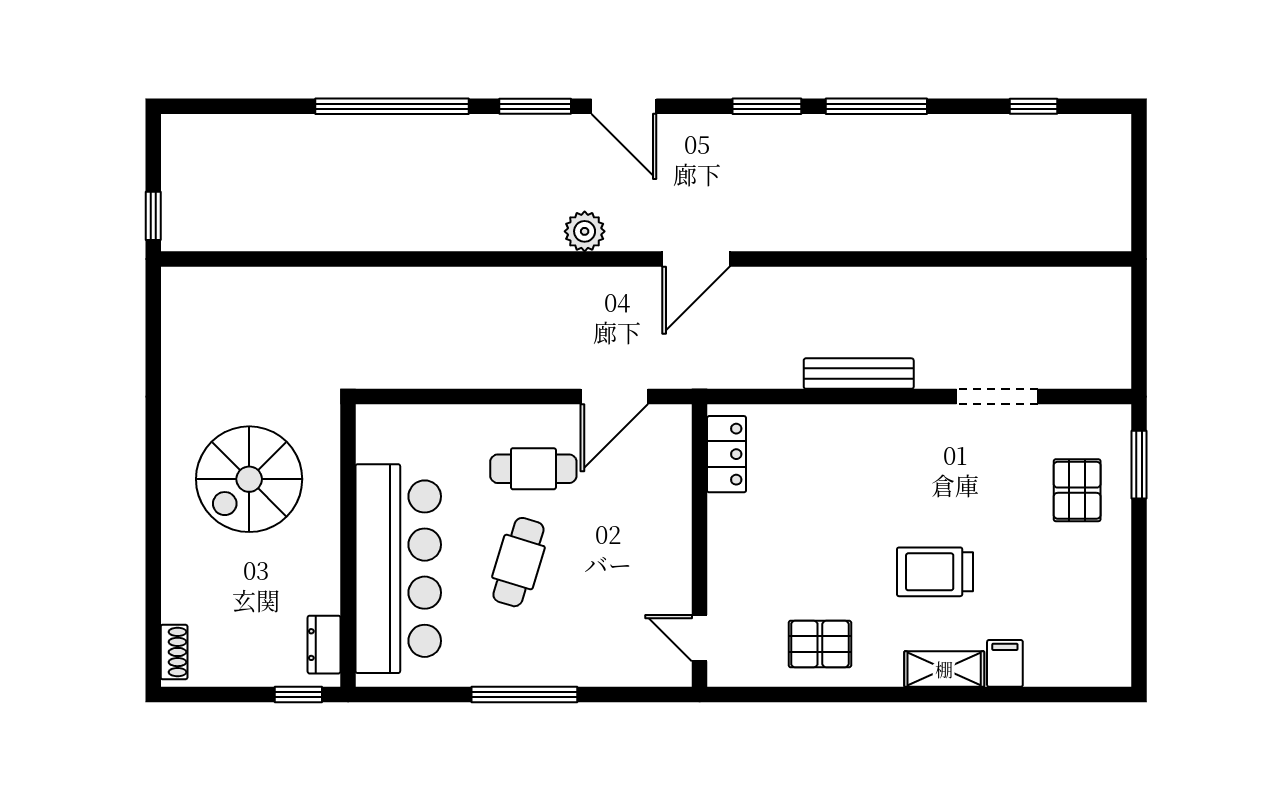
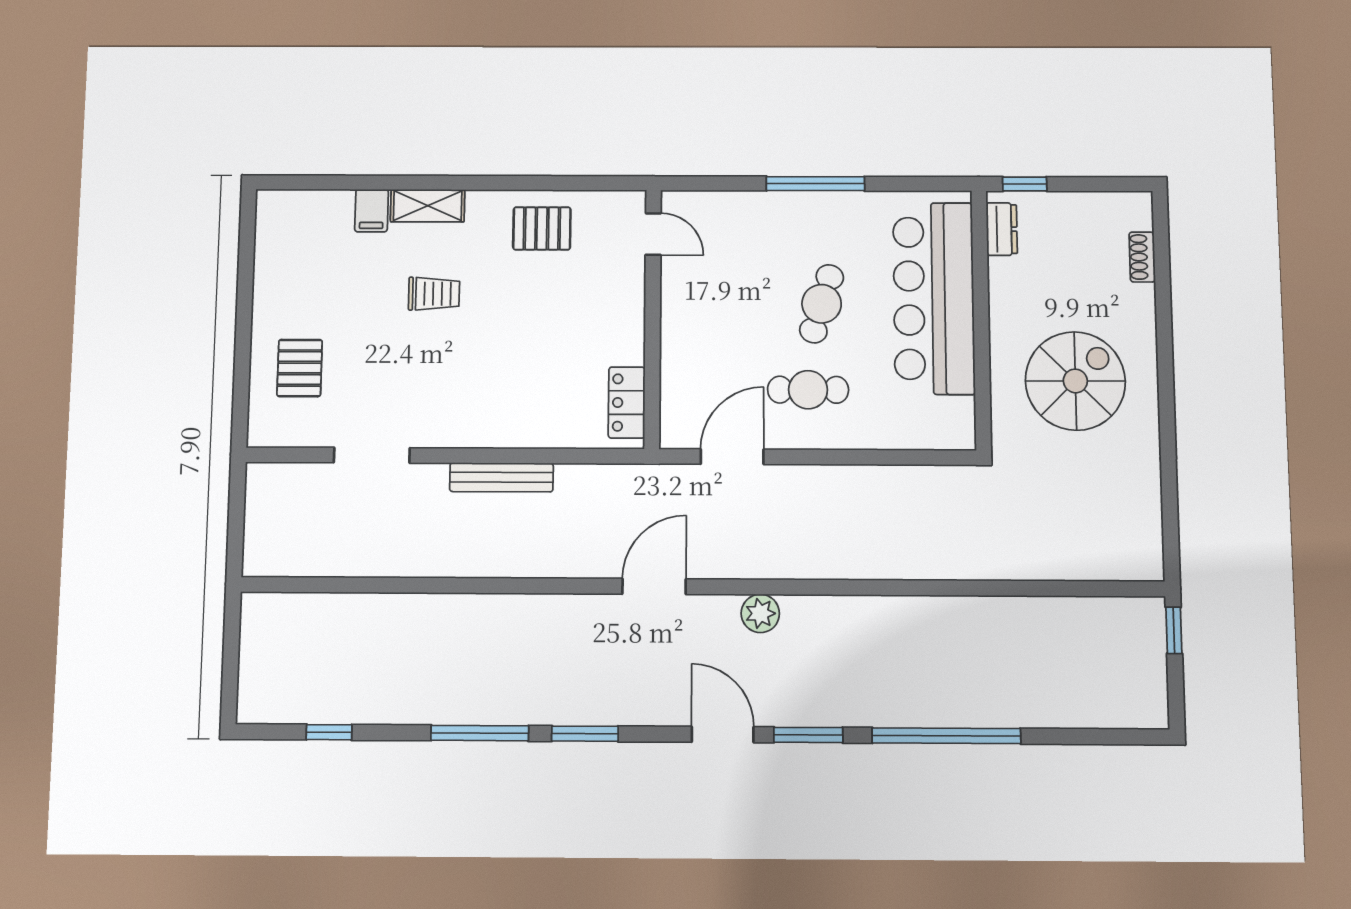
window: (1139, 465) -> (241, 391), removed
trolley: (935, 572) -> (434, 294), width x0.73, depth x0.72
shoe rack: (174, 652) -> (1142, 257), moved

